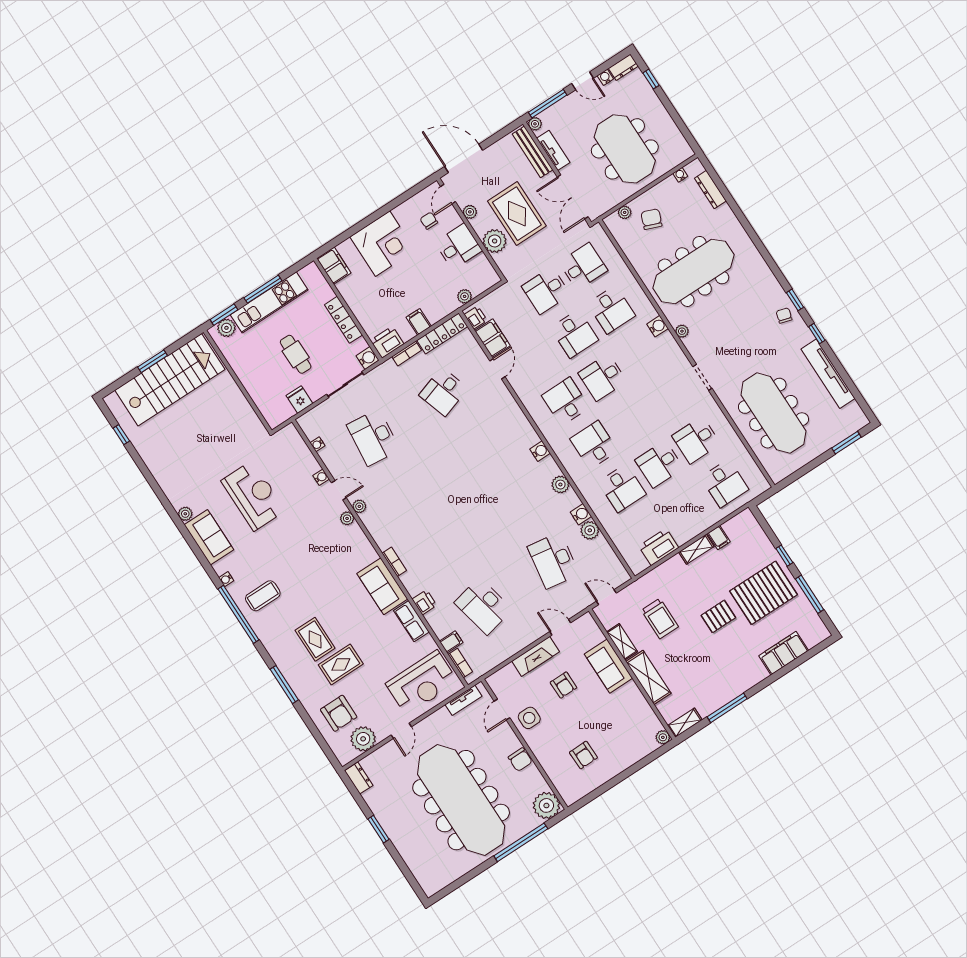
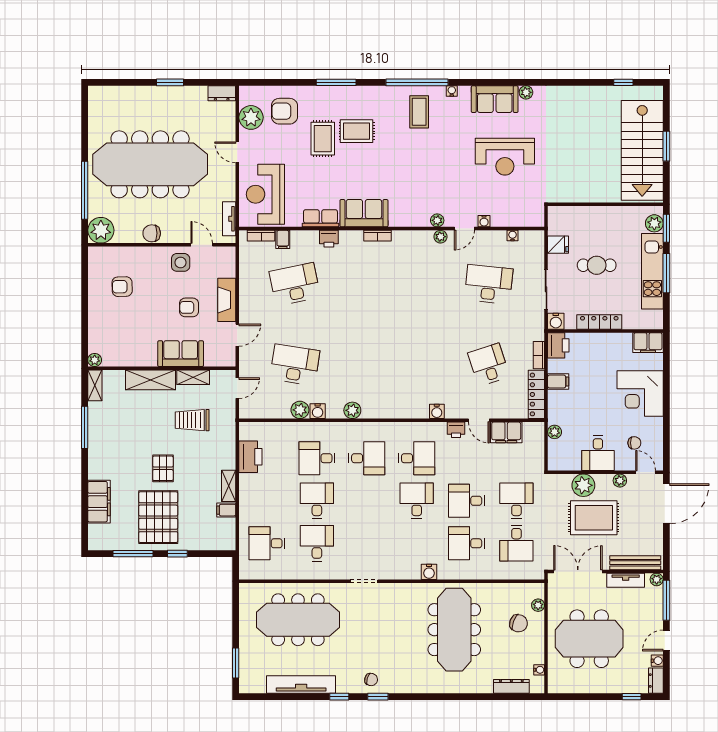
printer: (476, 317) -> (456, 430), moved
plant: (682, 331) -> (412, 589), removed
water cooler: (540, 451) -> (437, 411), moved

